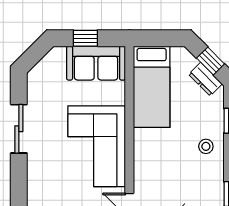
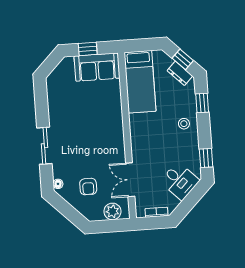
sliding door: (19, 129) -> (44, 146), moved
corner sofa: (97, 146) -> (102, 129), removed

